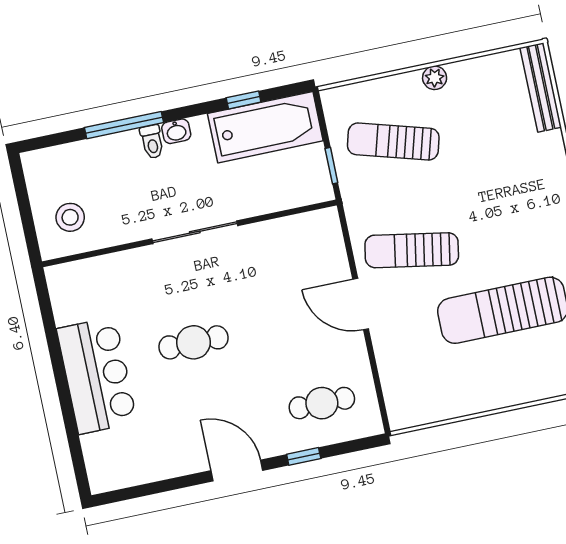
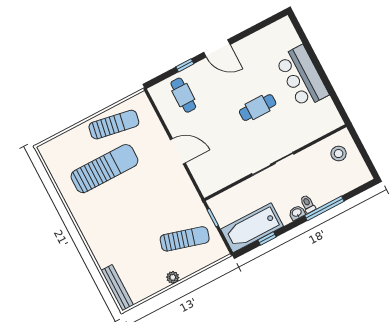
sun lounger: (412, 250) -> (114, 125), moved
cafe table: (322, 403) -> (183, 95), turned 90

